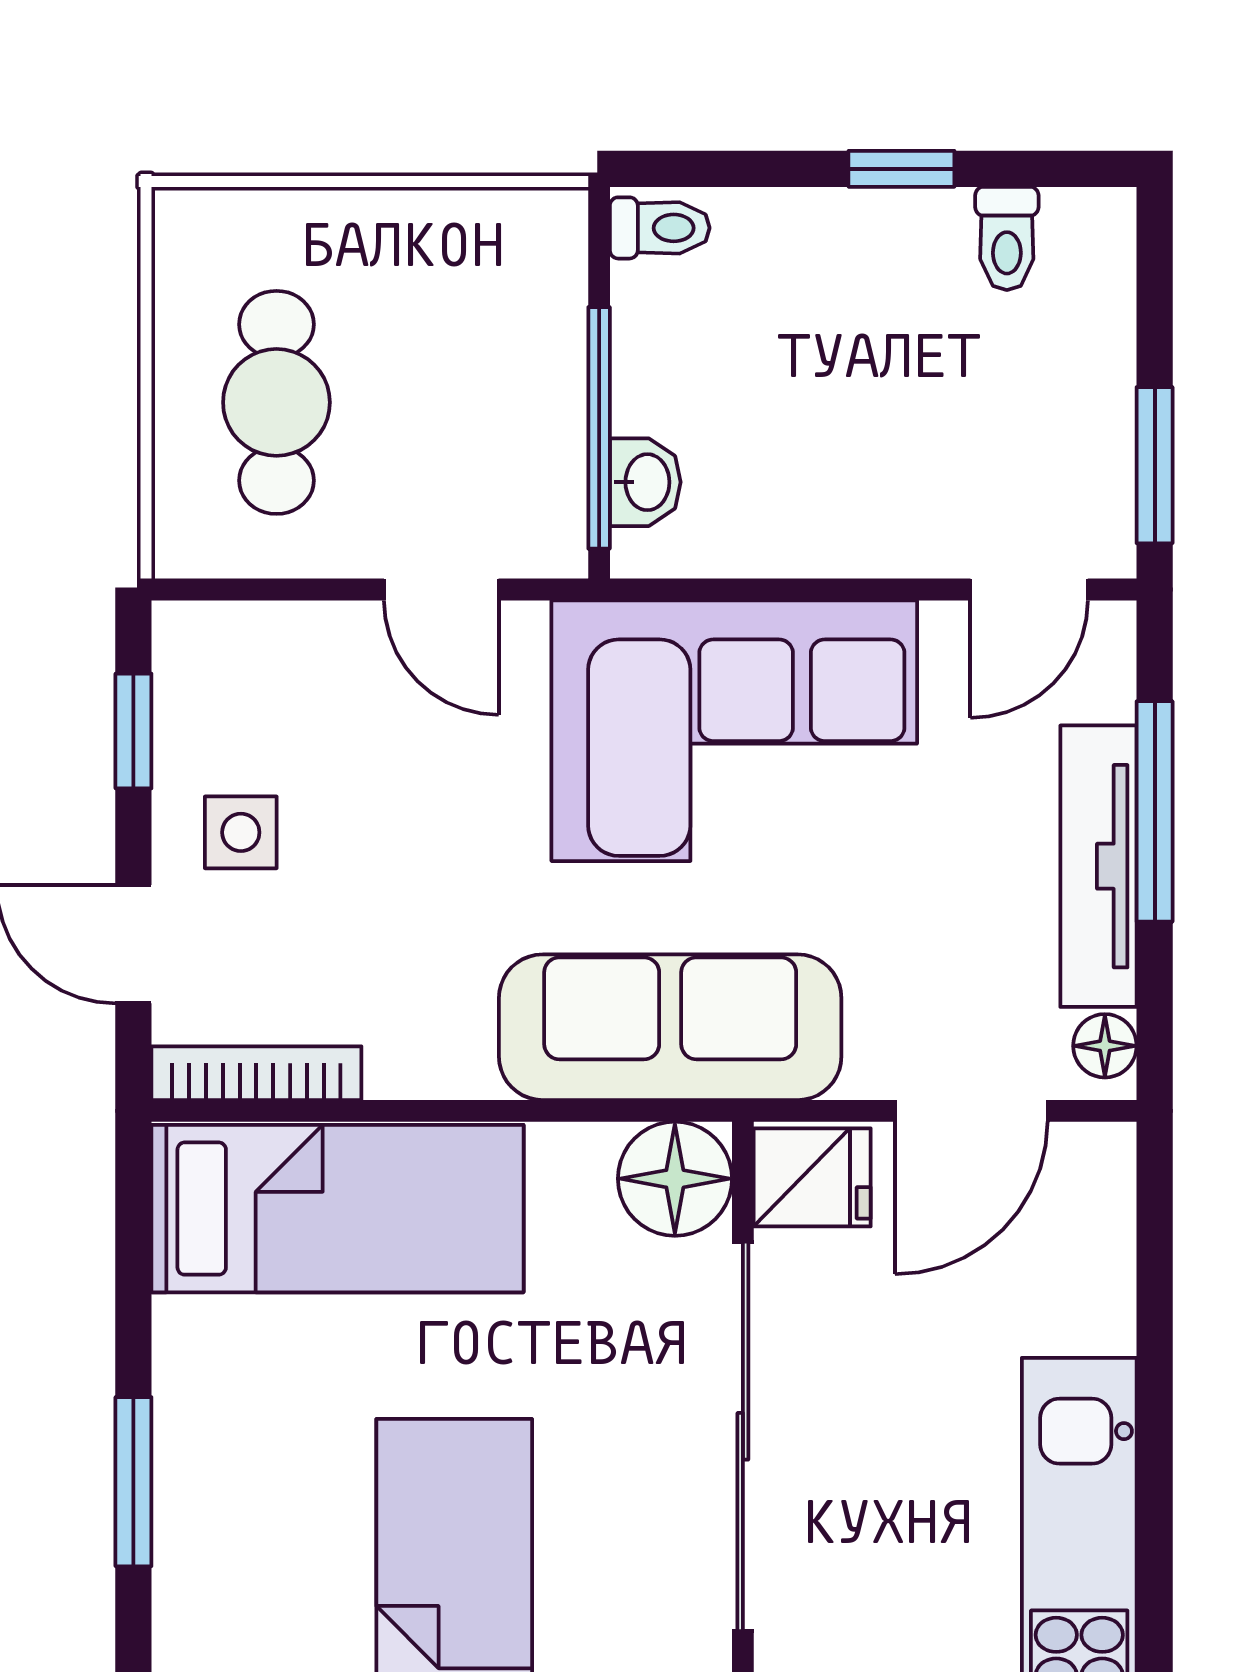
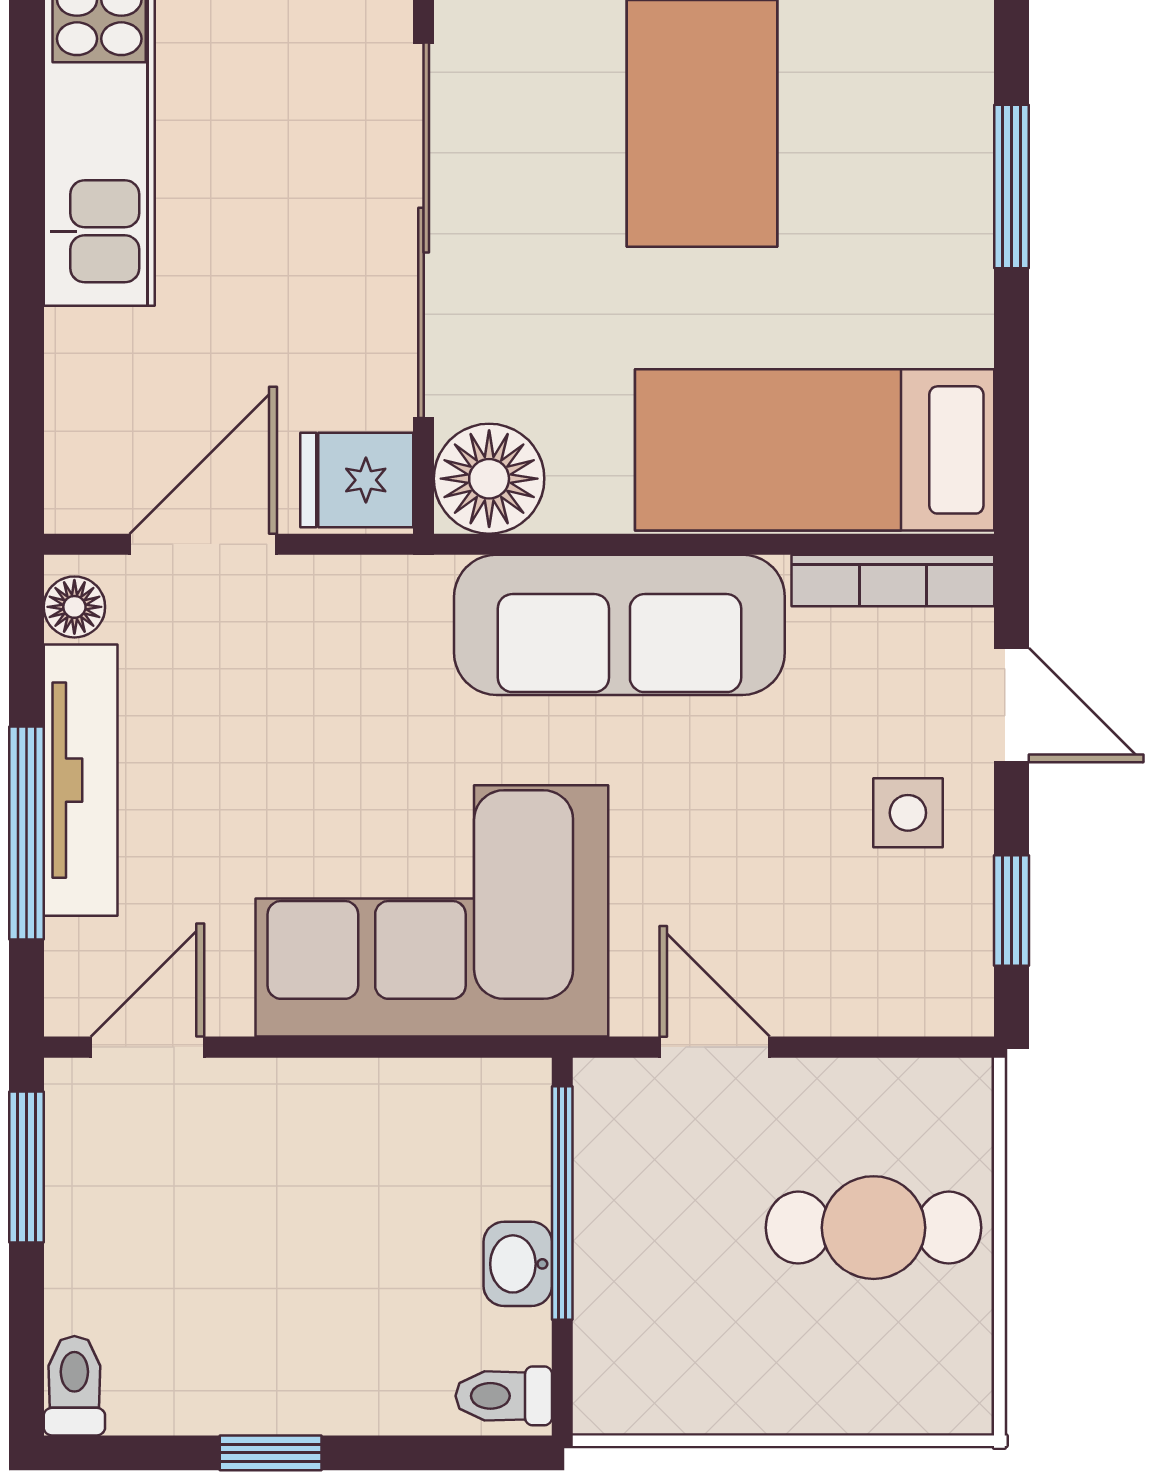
toilet: (1007, 238) -> (74, 1386), moved
cafe table: (276, 402) -> (874, 1228), turned 90
washbasin: (645, 482) -> (518, 1264), moved
sofa: (670, 1027) -> (619, 625), moved

